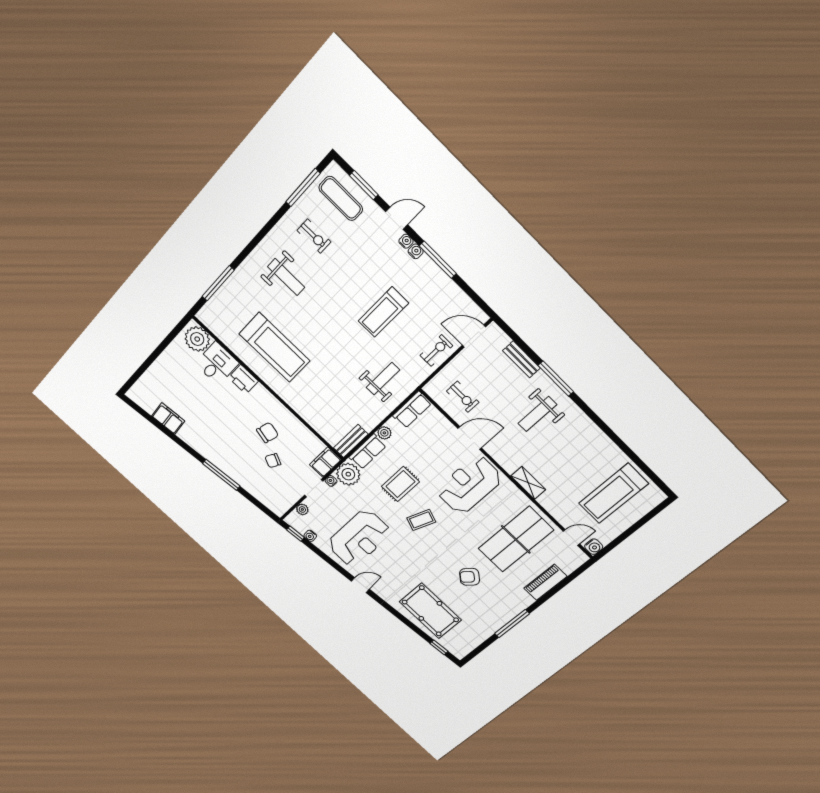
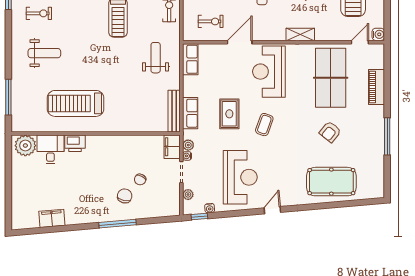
treadmill: (274, 347) -> (76, 103), turned 180
chair: (268, 433) -> (125, 196), moved
plant: (384, 433) -> (188, 91), removed
bench: (351, 441) -> (174, 111), width x1.36
plant: (348, 474) -> (188, 145), width x0.53, depth x0.53
window: (439, 647) -> (363, 202), removed

